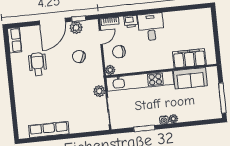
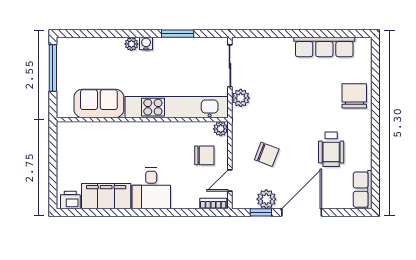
printer: (131, 21) -> (70, 200), moved
filing cabinet: (189, 58) -> (106, 196), moved, turned 180
chair: (26, 100) -> (354, 96), added

